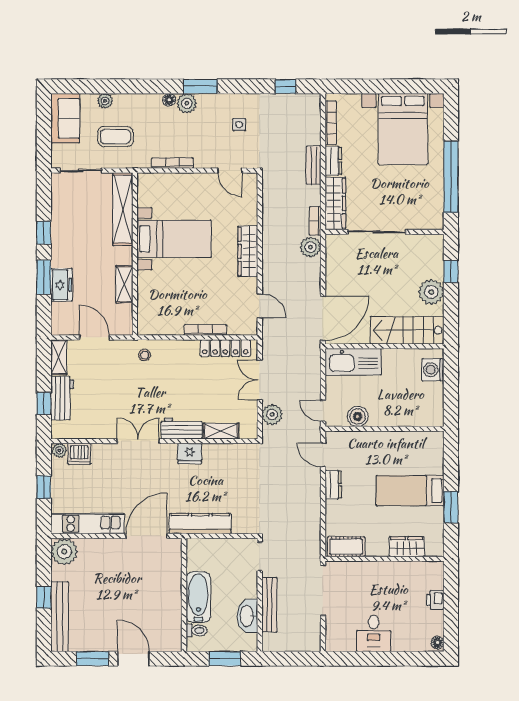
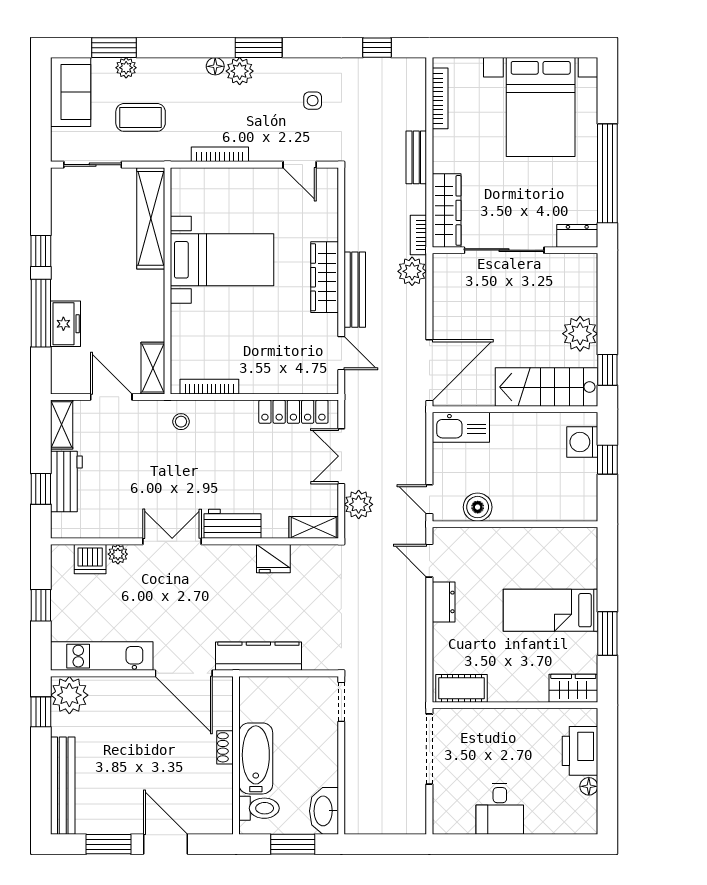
window: (96, 86) -> (114, 48), added
dresser: (333, 161) -> (577, 236), moved, turned -90
window: (451, 272) -> (607, 370), moved
window: (44, 277) -> (41, 313), width x1.44
shelving: (124, 284) -> (153, 368), moved
bookcase: (205, 330) -> (209, 387), moved
kitchen sink: (353, 362) -> (461, 427), width x0.73, depth x0.81
window: (451, 382) -> (607, 460), added
shelving: (221, 431) -> (314, 527), moved
plant: (59, 450) -> (118, 554), moved
fridge: (190, 454) -> (273, 559), moved
door: (147, 536) -> (184, 673), swing flipped
wardrobe: (407, 547) -> (573, 688), moved
shoe rack: (176, 589) -> (225, 747), added
window: (44, 597) -> (41, 712), moved
printer: (435, 600) -> (580, 751), width x1.87, depth x1.48
bench: (269, 605) -> (355, 290), moved
washbasin: (247, 616) -> (324, 811), moved
toilet: (197, 630) -> (259, 808), width x1.37, depth x1.39
floor lamp: (438, 643) -> (589, 786), moved

